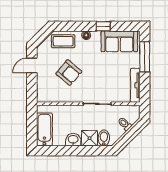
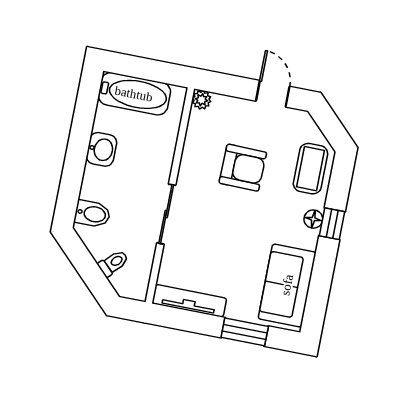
window: (103, 26) -> (332, 224), moved
window: (145, 57) -> (245, 332), width x0.69
armchair: (69, 73) -> (243, 168), turned -129
plant: (41, 98) -> (202, 100), added
shower: (89, 138) -> (98, 184), removed

